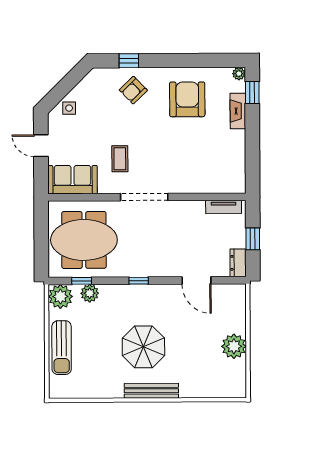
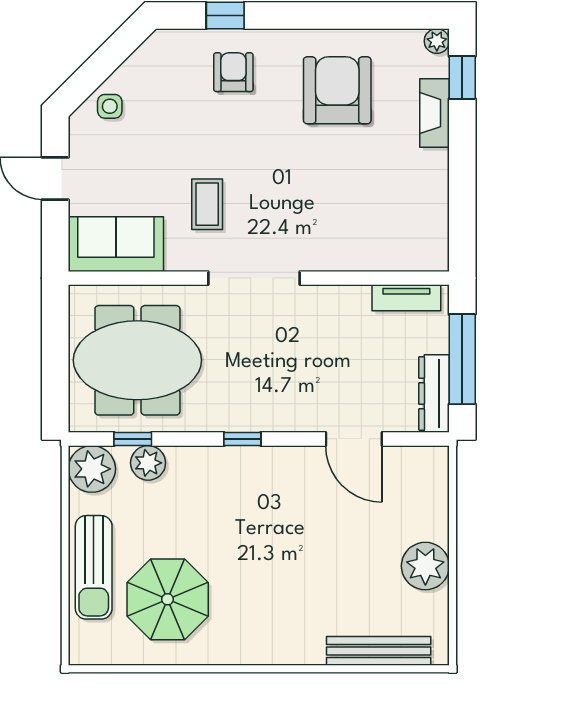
armchair: (133, 90) -> (233, 72), turned 134
window: (253, 239) -> (462, 359), width x2.17
dresser: (238, 263) -> (434, 394), width x1.44
parasol: (143, 347) -> (168, 599), moved
bench: (151, 391) -> (379, 651), moved

